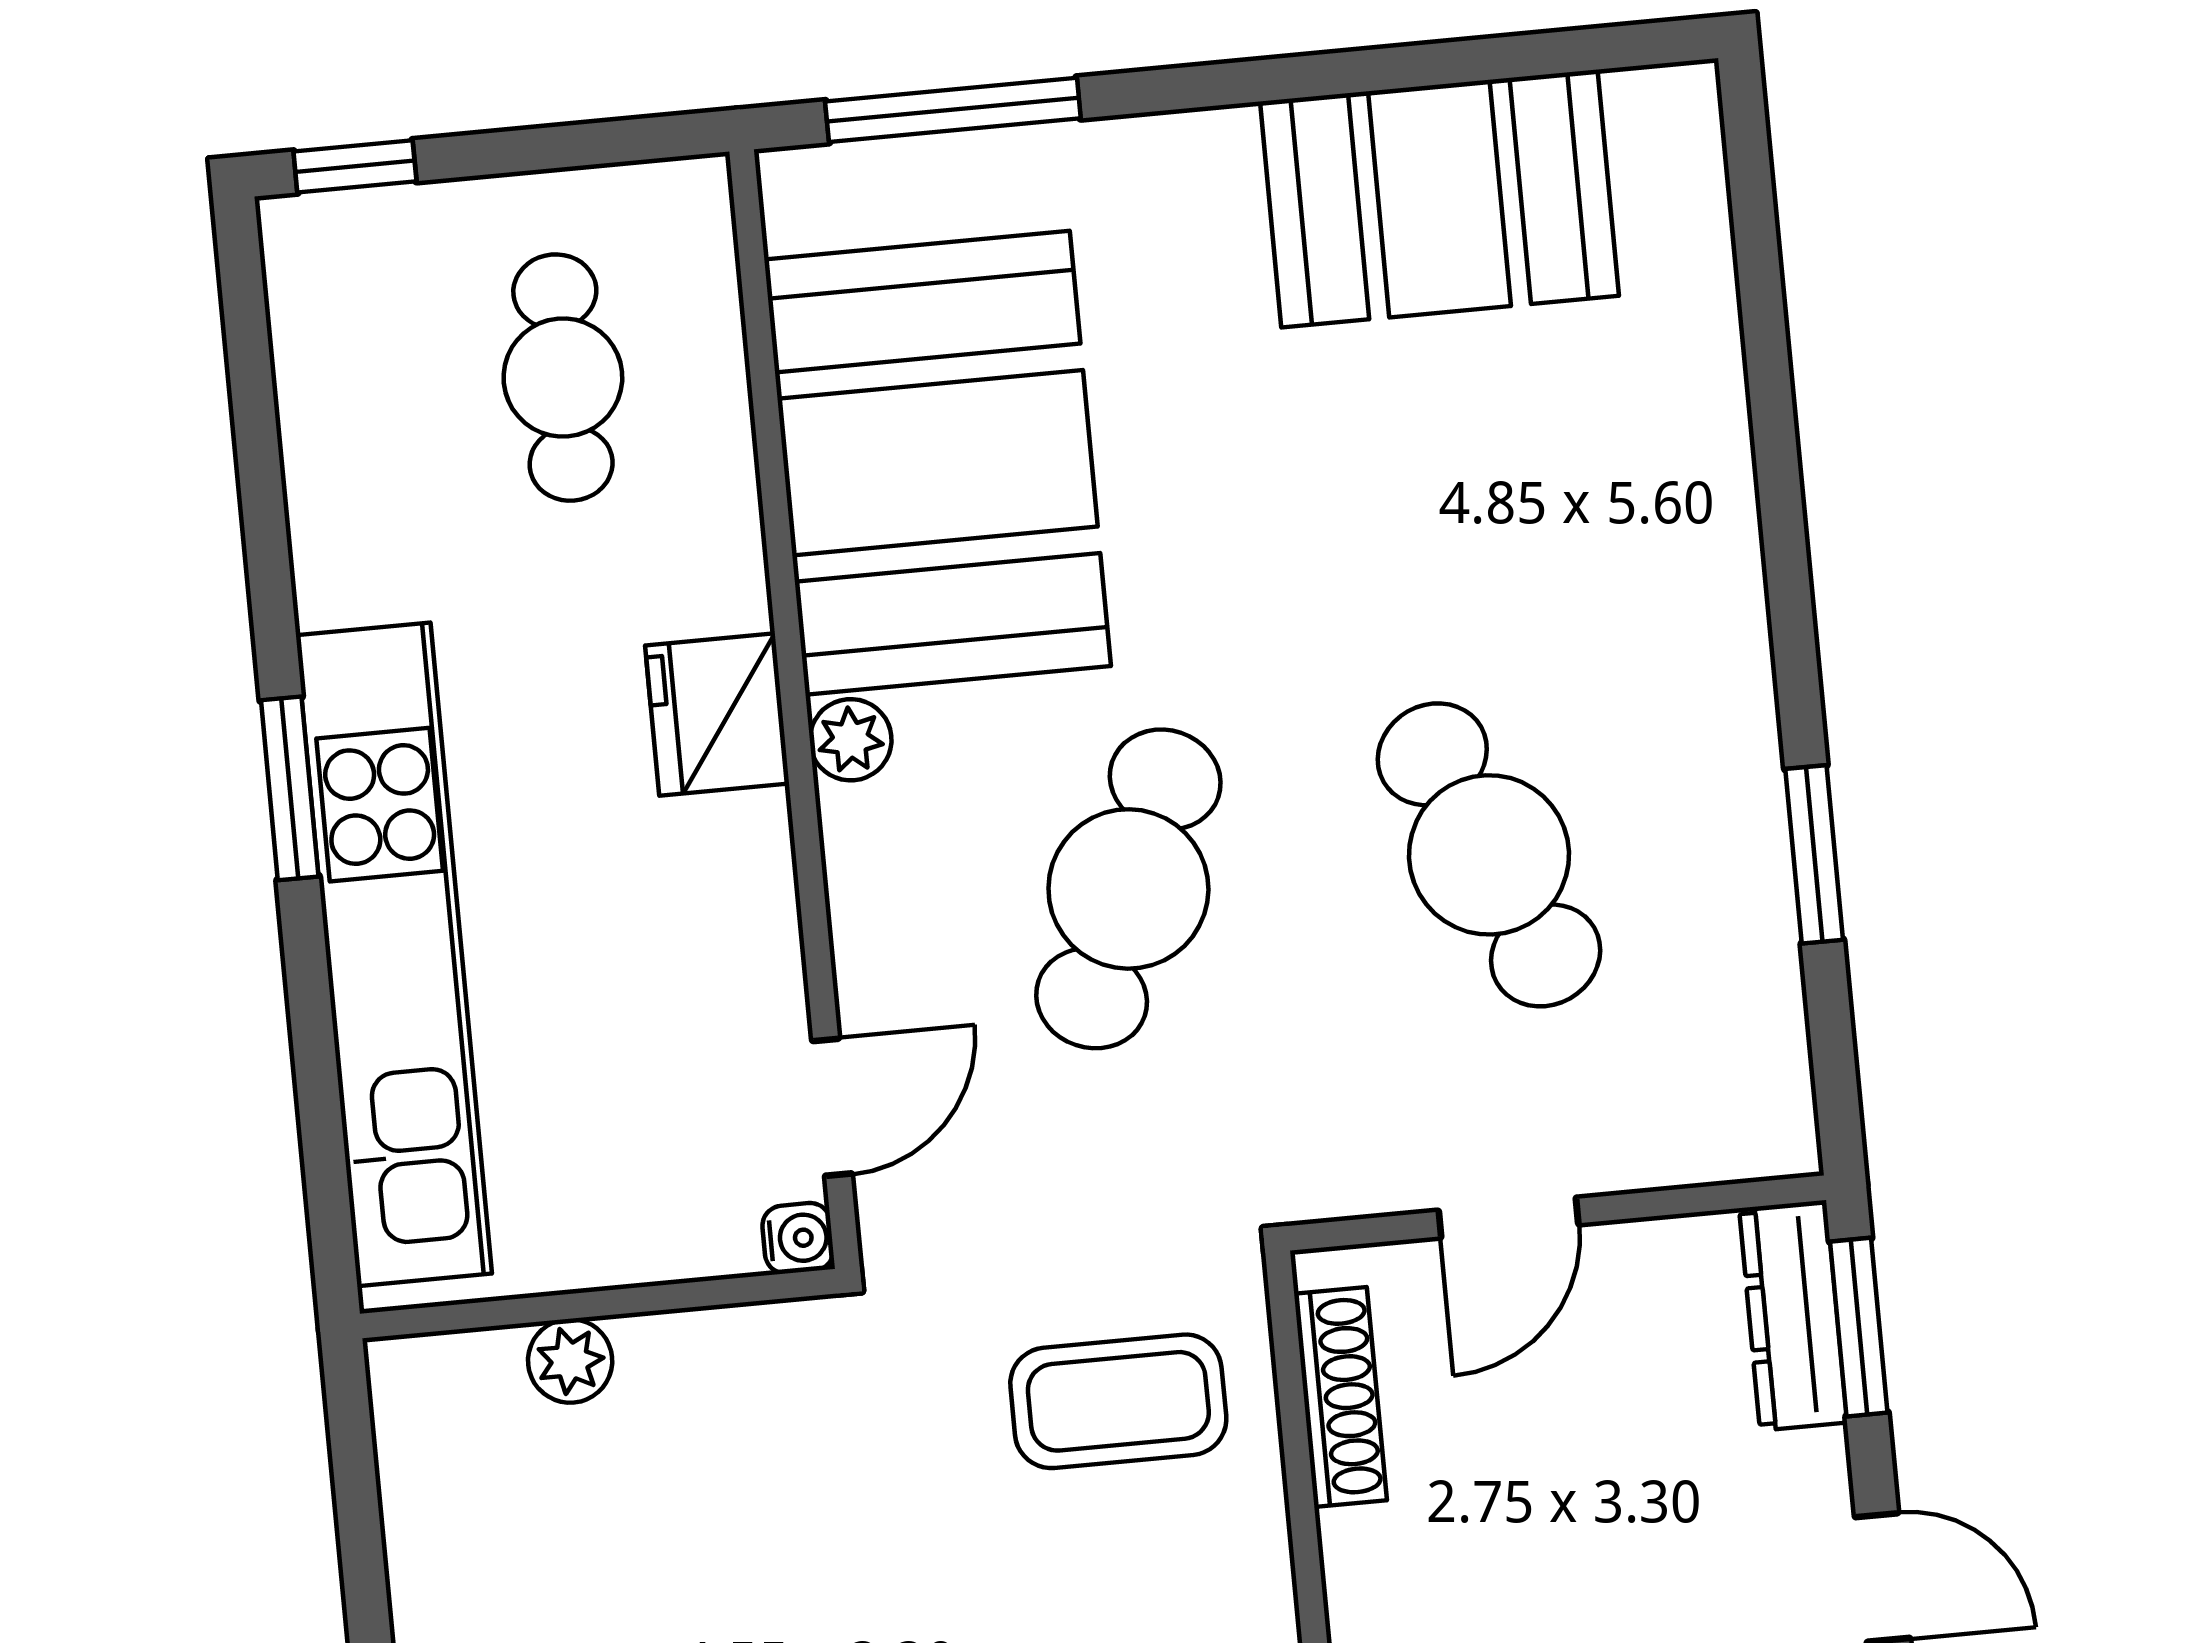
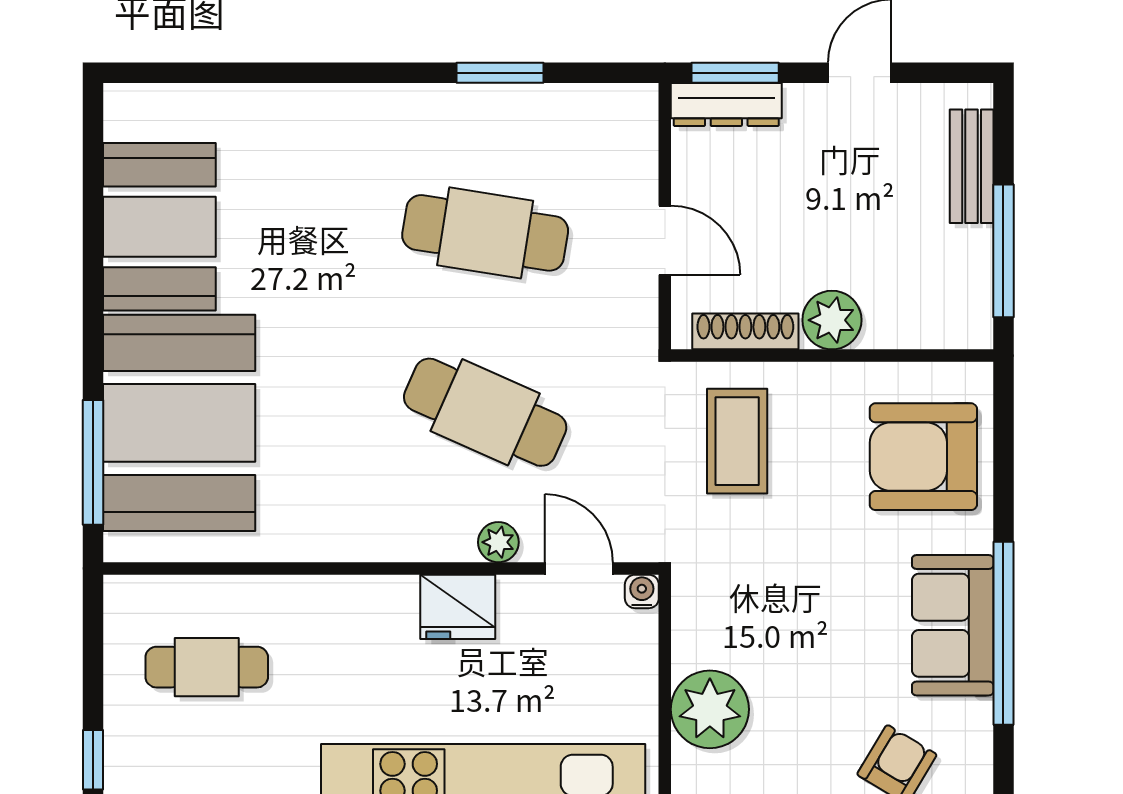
booth: (938, 463) -> (179, 423), moved, turned 90
fridge: (717, 715) -> (458, 607), moved
plant: (851, 740) -> (498, 542), moved
cafe table: (1489, 855) -> (485, 233), turned 33
plant: (570, 1361) -> (710, 709), width x1.88, depth x1.88
plant: (1380, 1569) -> (832, 320), added

